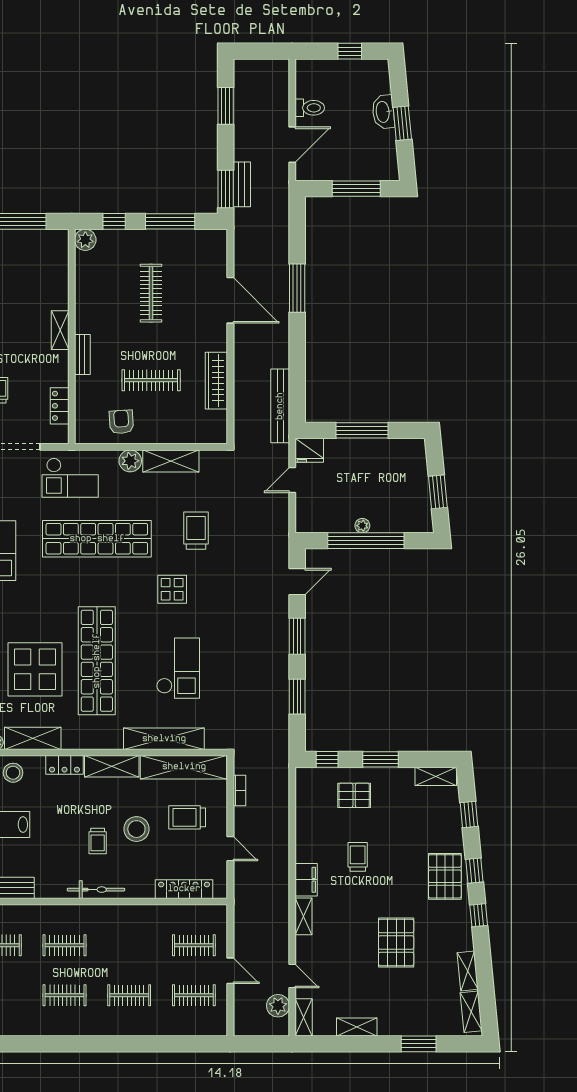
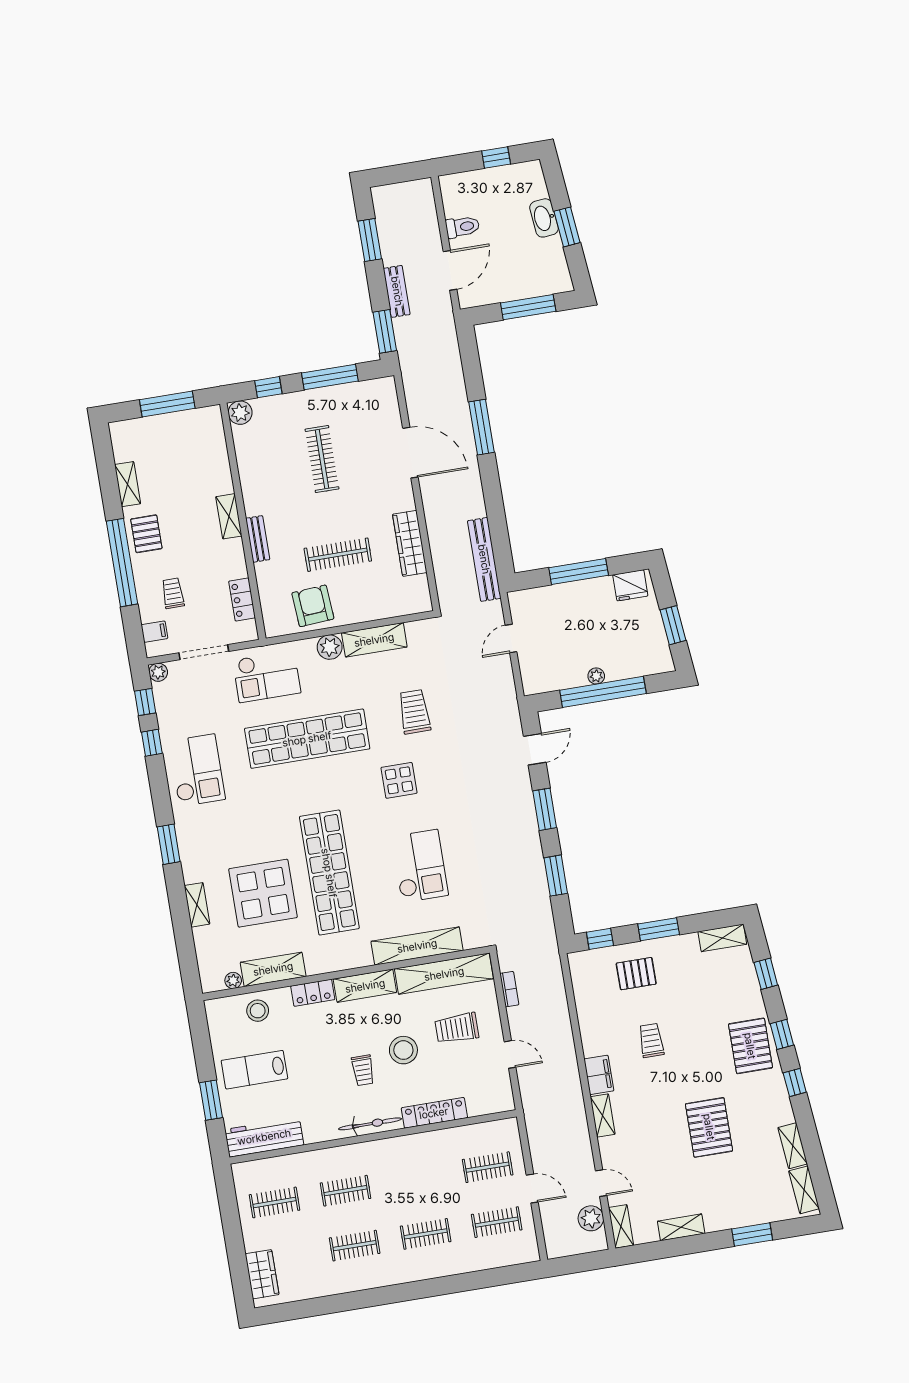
bench: (242, 184) -> (397, 291), moved
armchair: (121, 422) -> (313, 606), width x1.38, depth x1.38
fridge: (309, 450) -> (630, 585), moved
locker: (184, 889) -> (434, 1113), moved

